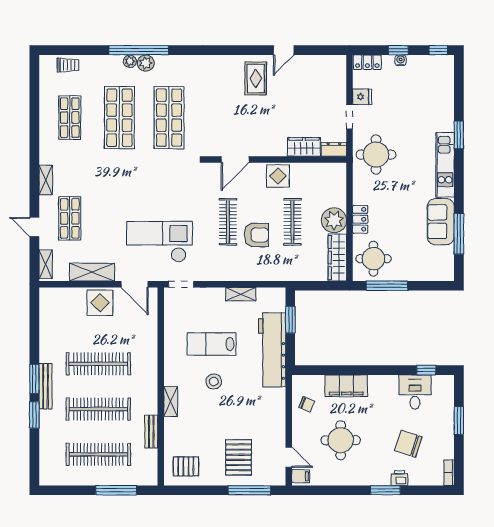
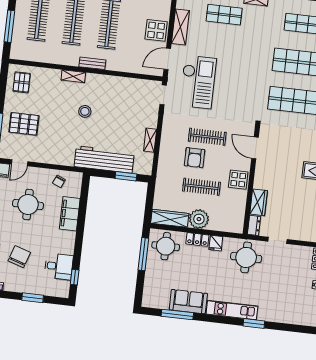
fridge: (362, 97) -> (216, 243), moved
lab bench: (212, 344) -> (114, 113), removed
bench: (151, 432) -> (92, 63), moved

